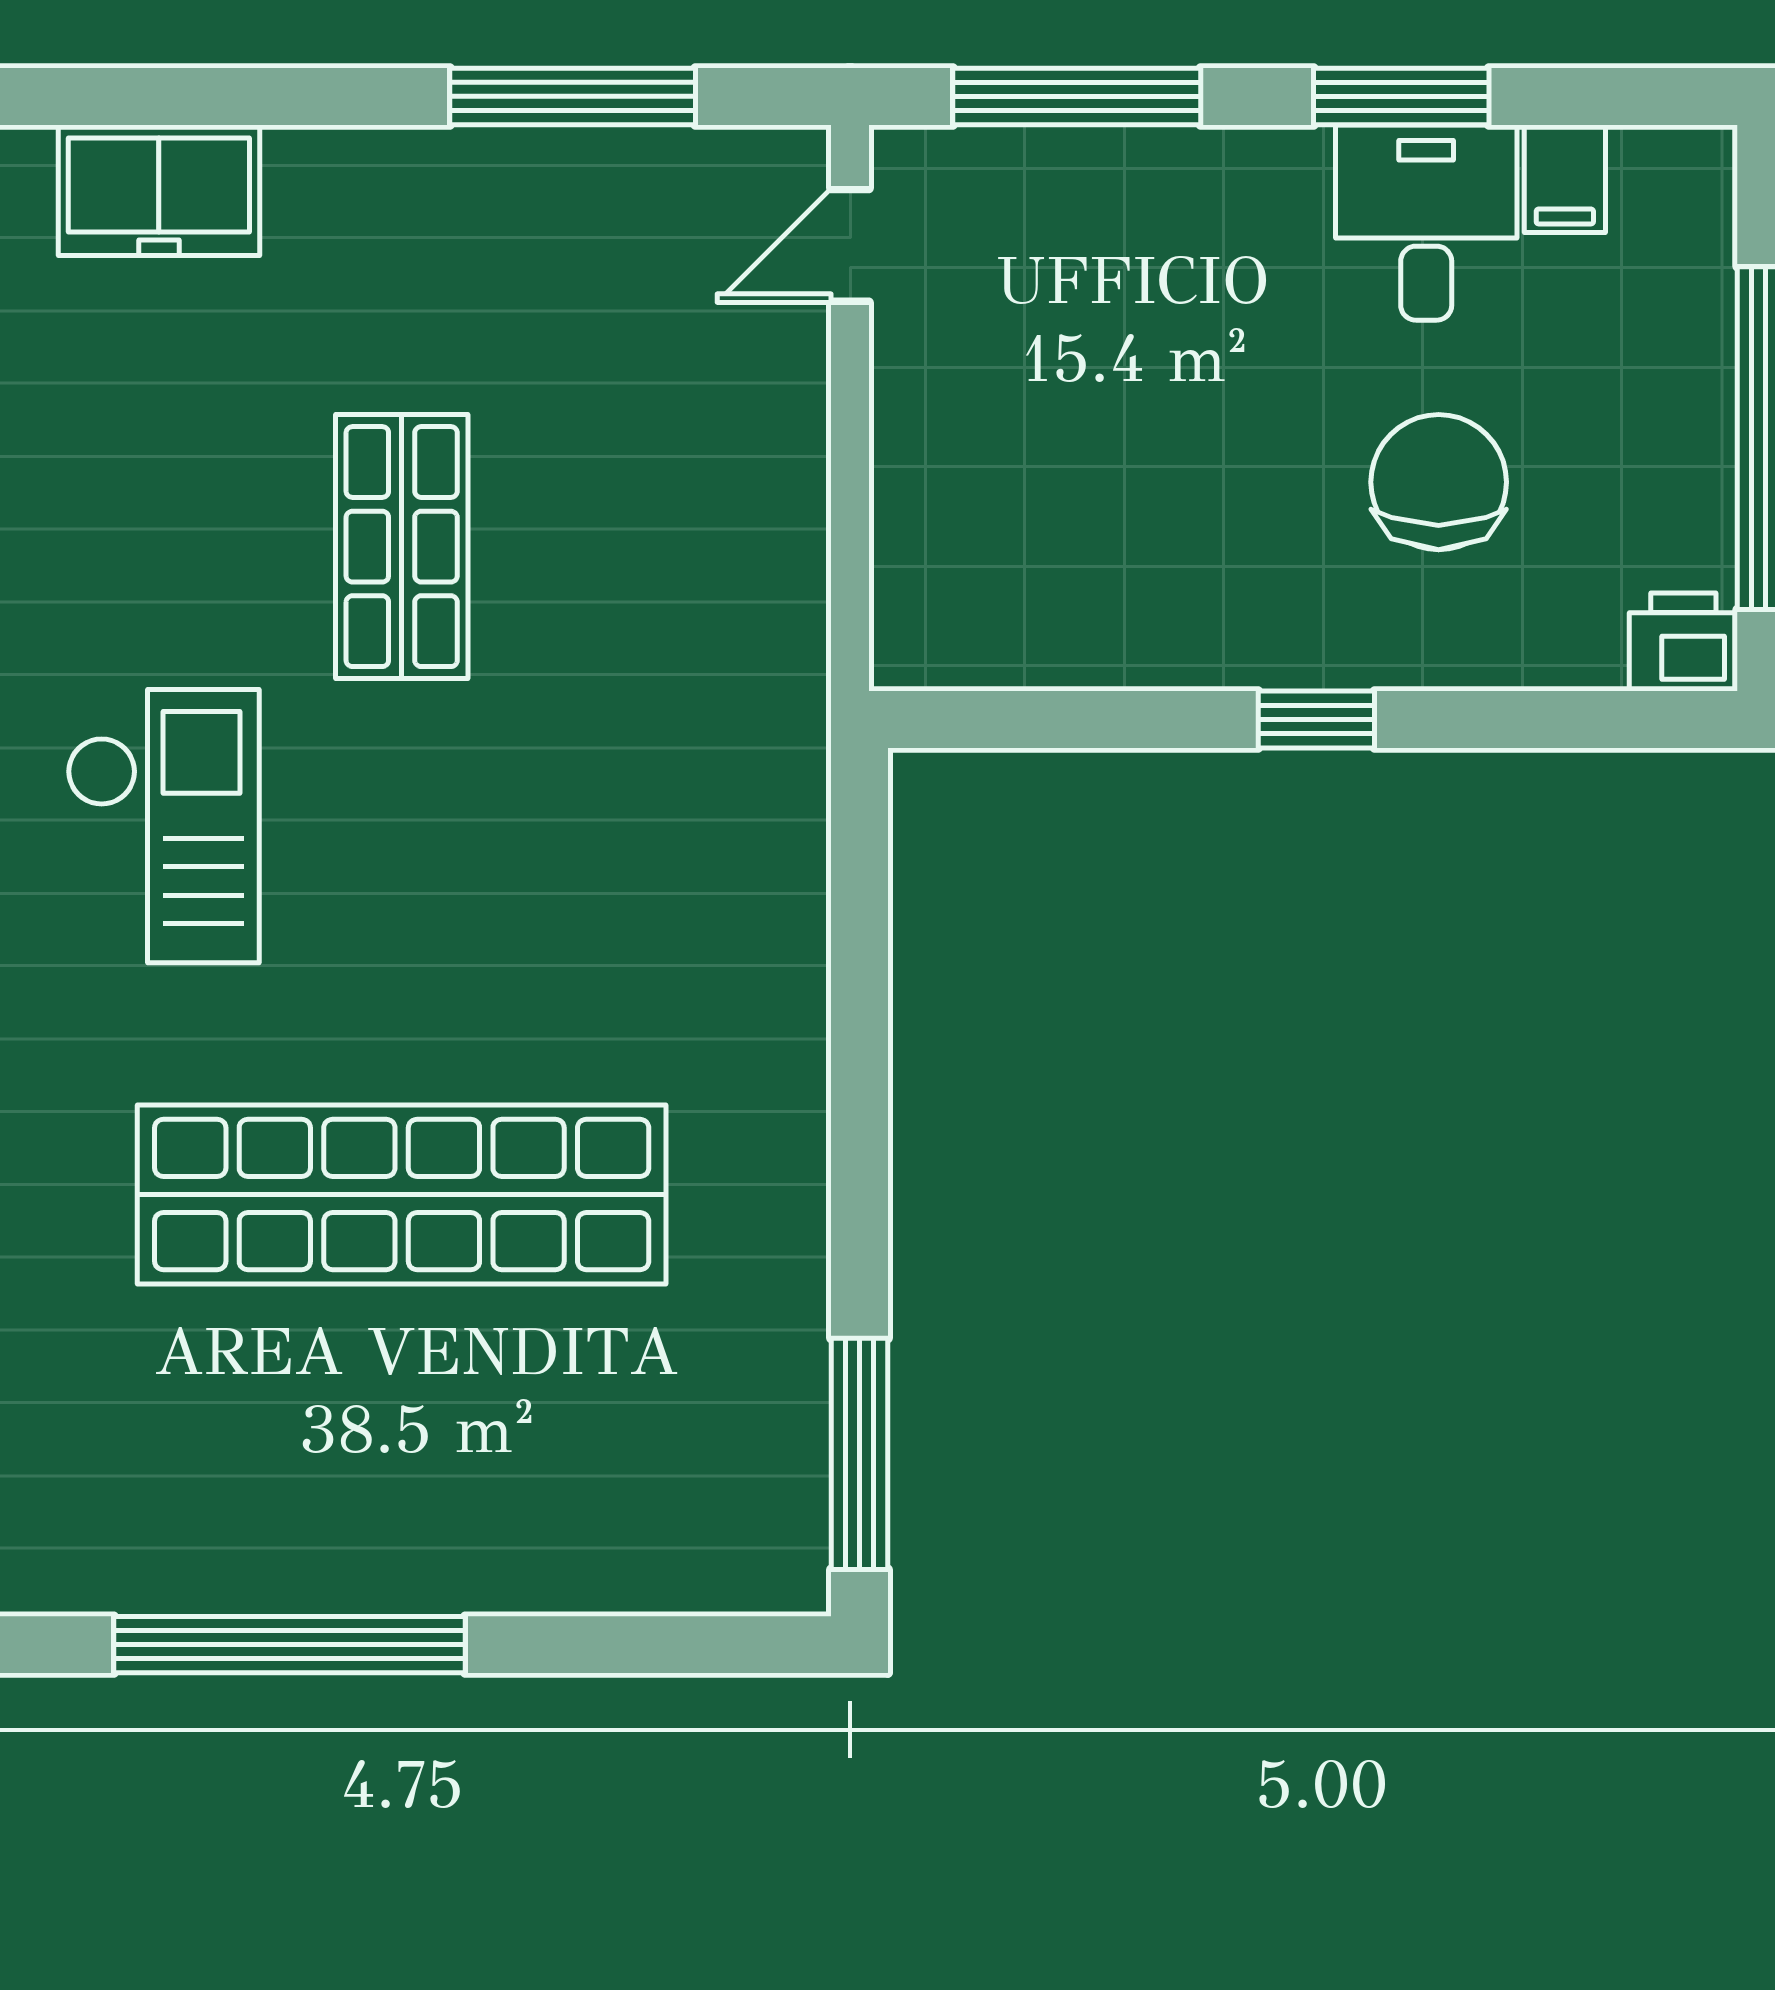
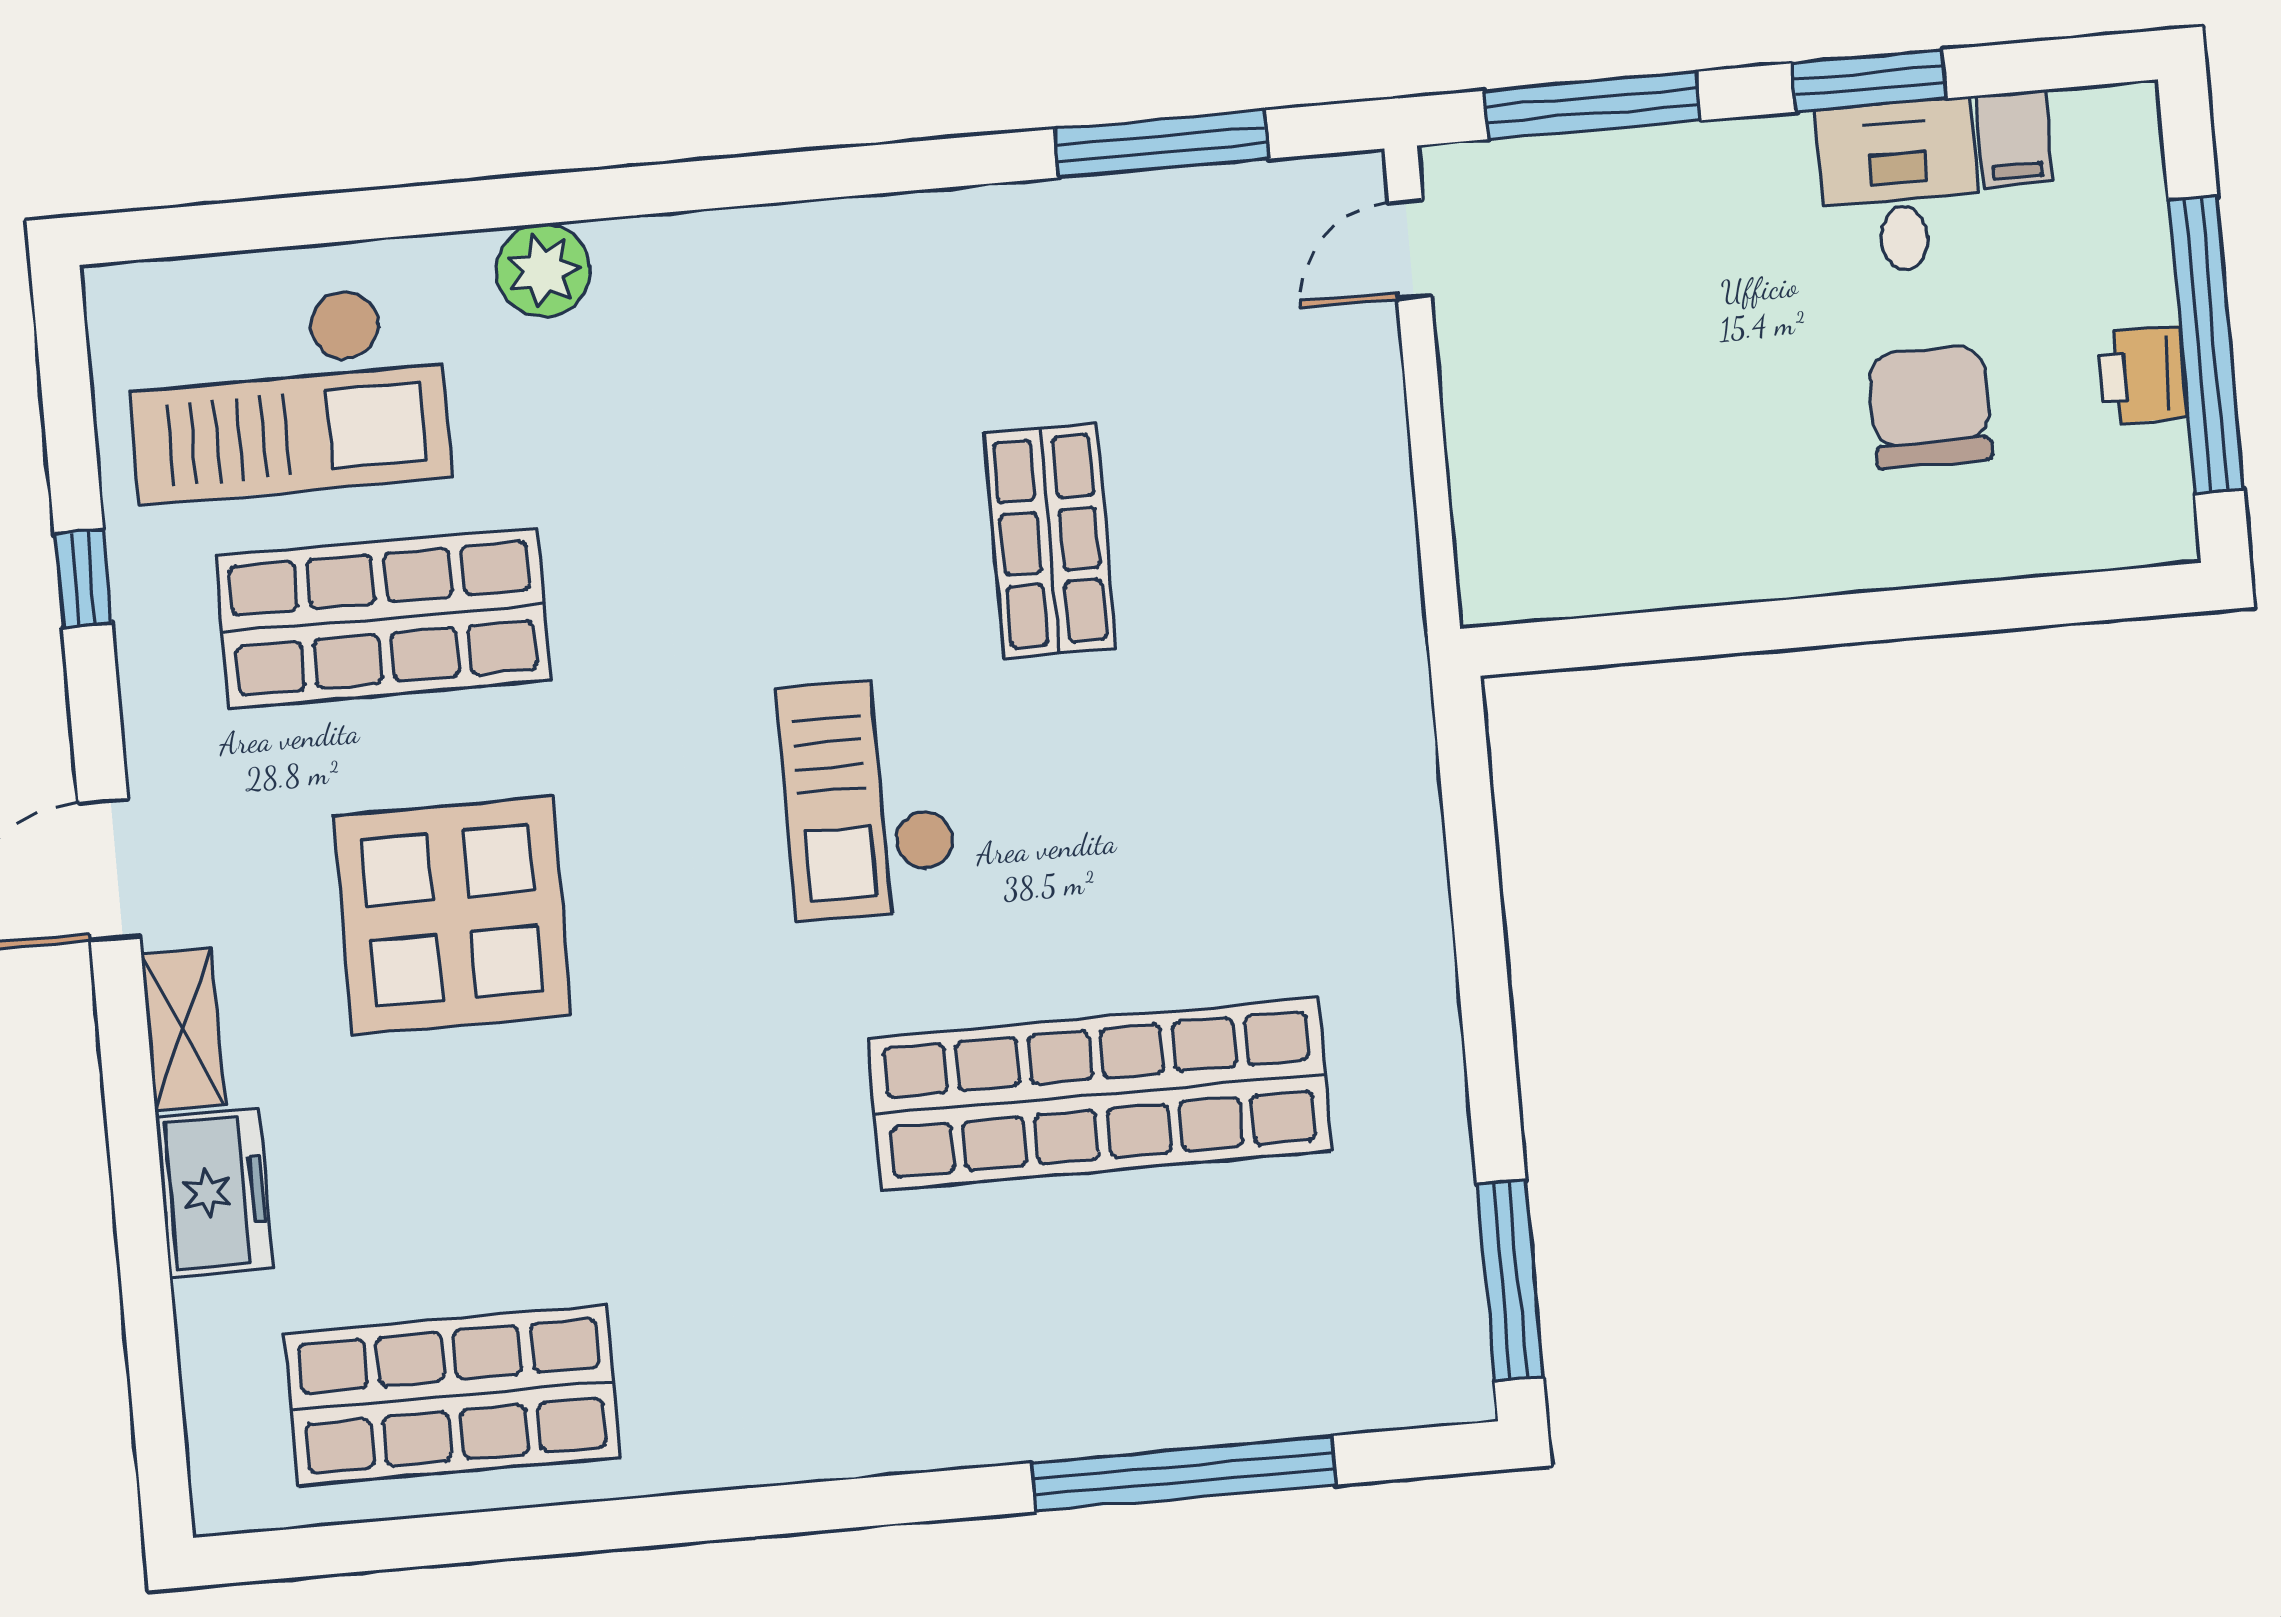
freezer: (159, 190) -> (816, 255), removed
printer: (1683, 642) -> (2142, 375), moved, turned -90
window: (1316, 720) -> (1844, 619), removed
checkout: (163, 826) -> (868, 798), turned 180
window: (289, 1645) -> (1184, 1474), moved

